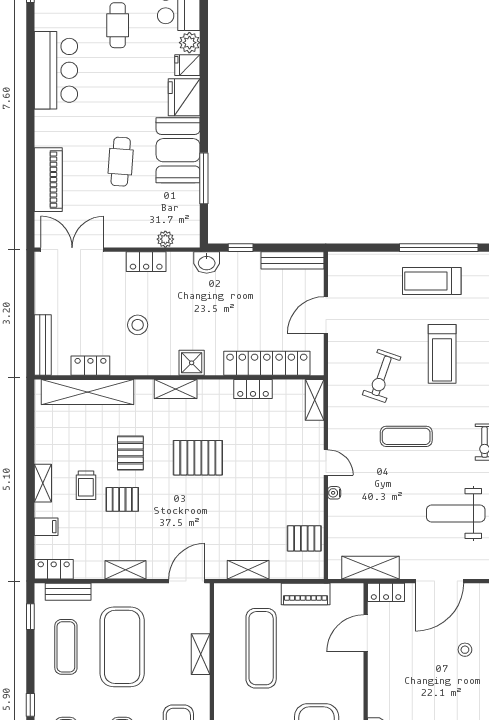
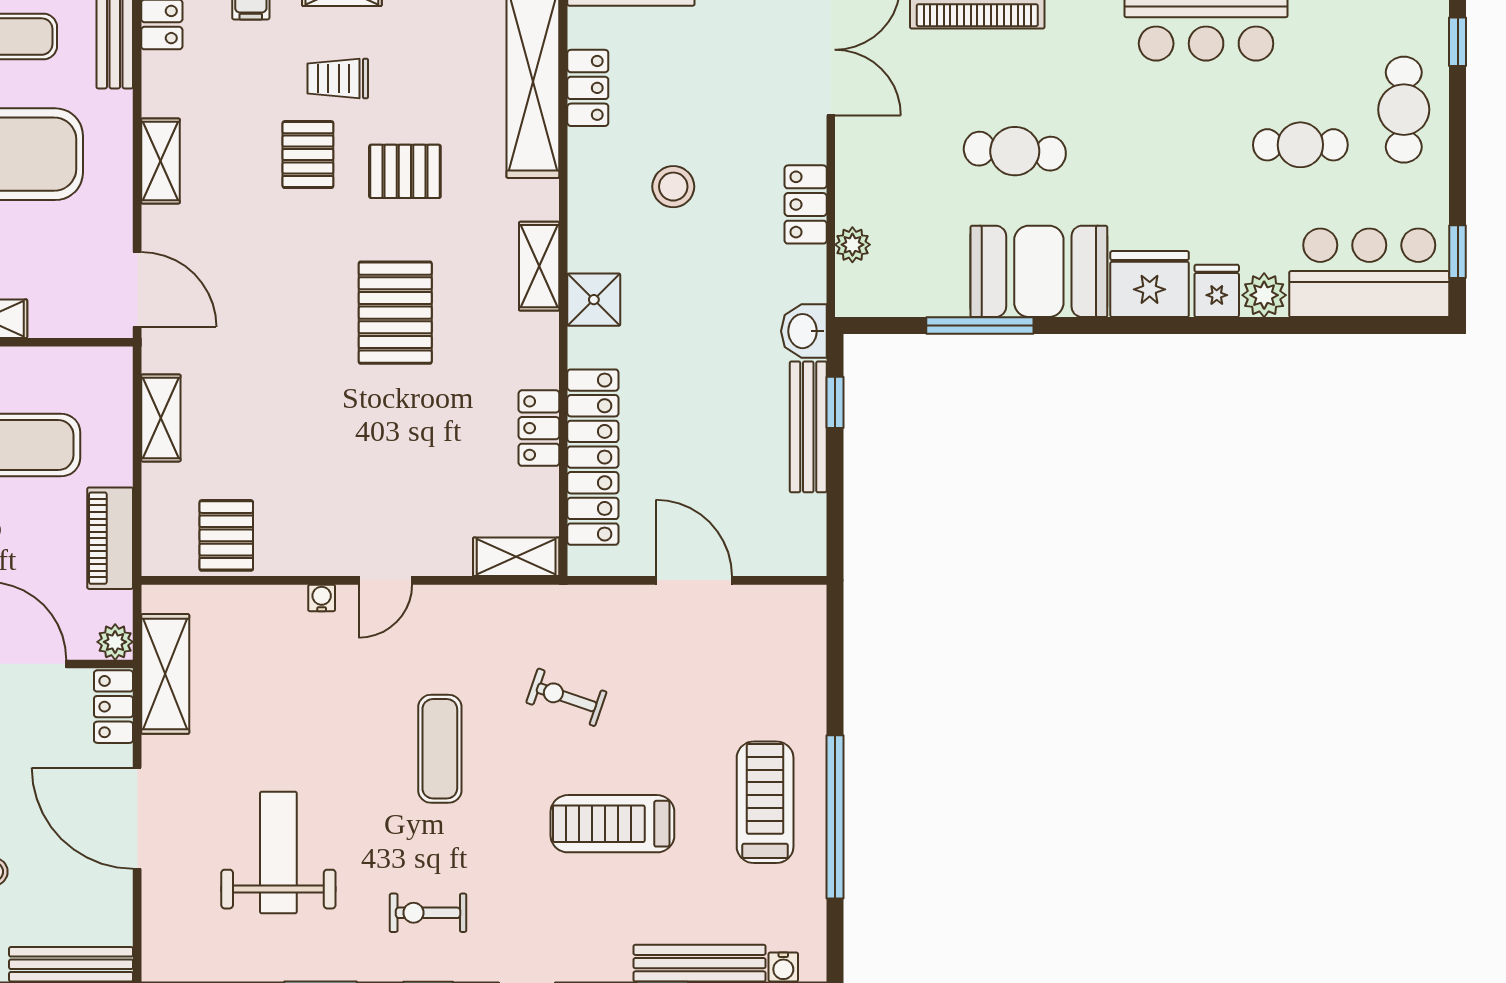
bench: (292, 260) -> (808, 427), moved
exercise bike: (382, 376) -> (566, 697), width x0.73, depth x0.72
plant: (355, 592) -> (115, 642), added

